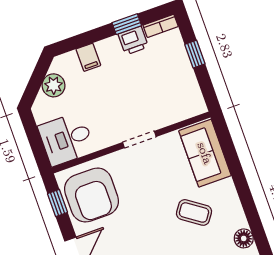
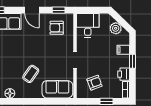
window: (127, 24) -> (133, 61), moved
armchair: (168, 89) -> (94, 83), added
armchair: (92, 195) -> (57, 28), width x0.53, depth x0.53

